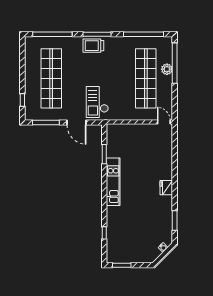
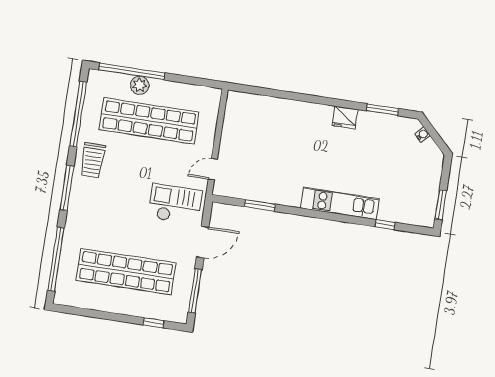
trolley: (93, 46) -> (93, 160), moved
checkout: (97, 102) -> (175, 204), turned 180
door: (164, 122) -> (213, 169), moved
kitchen unit: (113, 182) -> (340, 203), moved
fridge: (166, 188) -> (345, 118), moved

